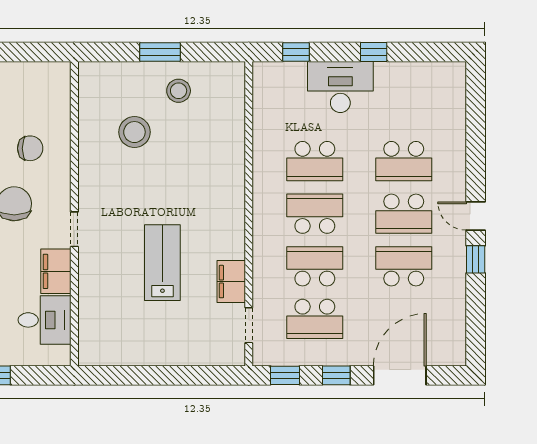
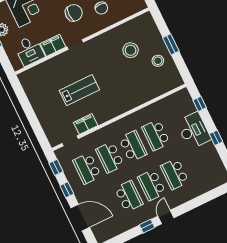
school desk: (315, 266) -> (110, 157), turned 180

